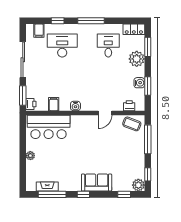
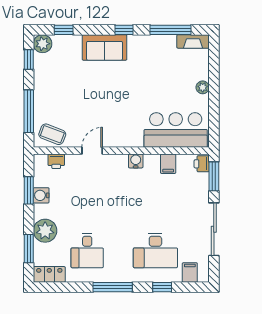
fireplace: (47, 187) -> (193, 41), moved

